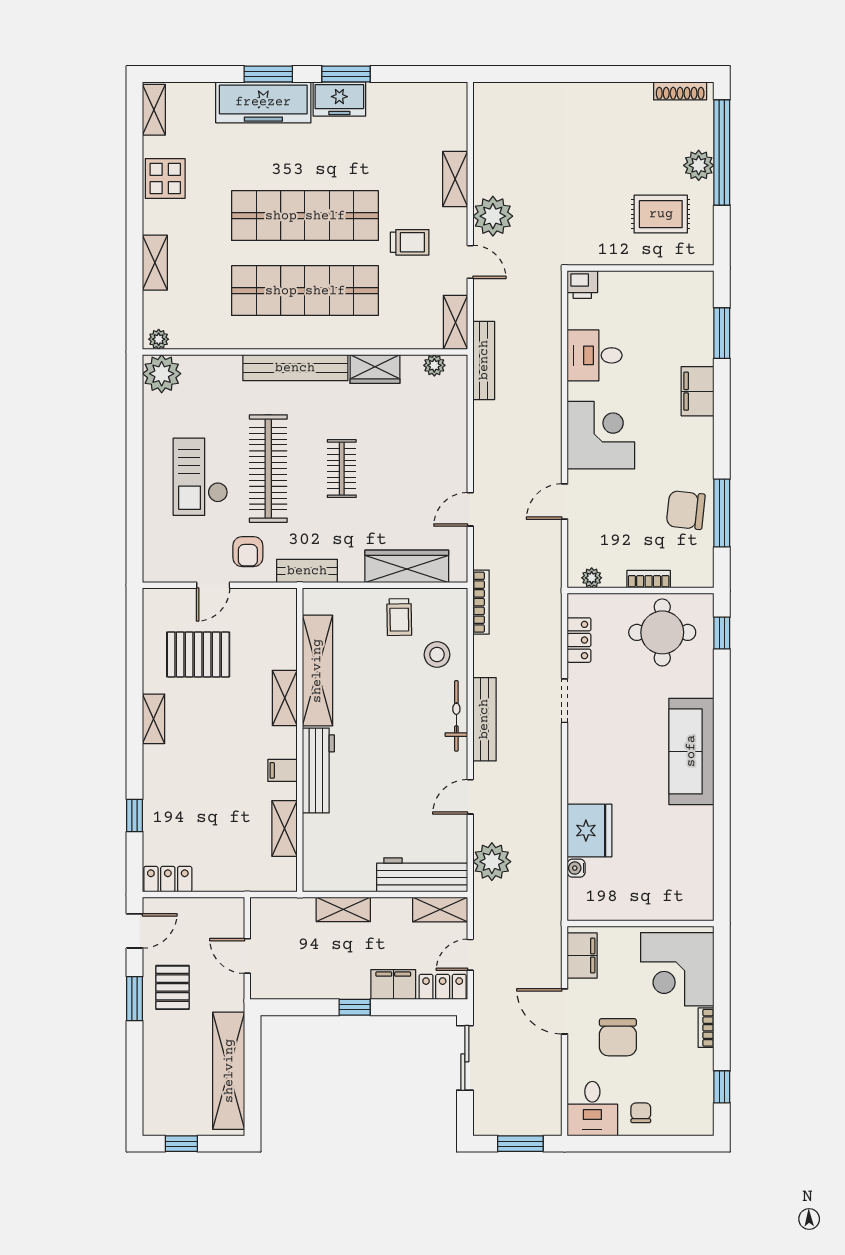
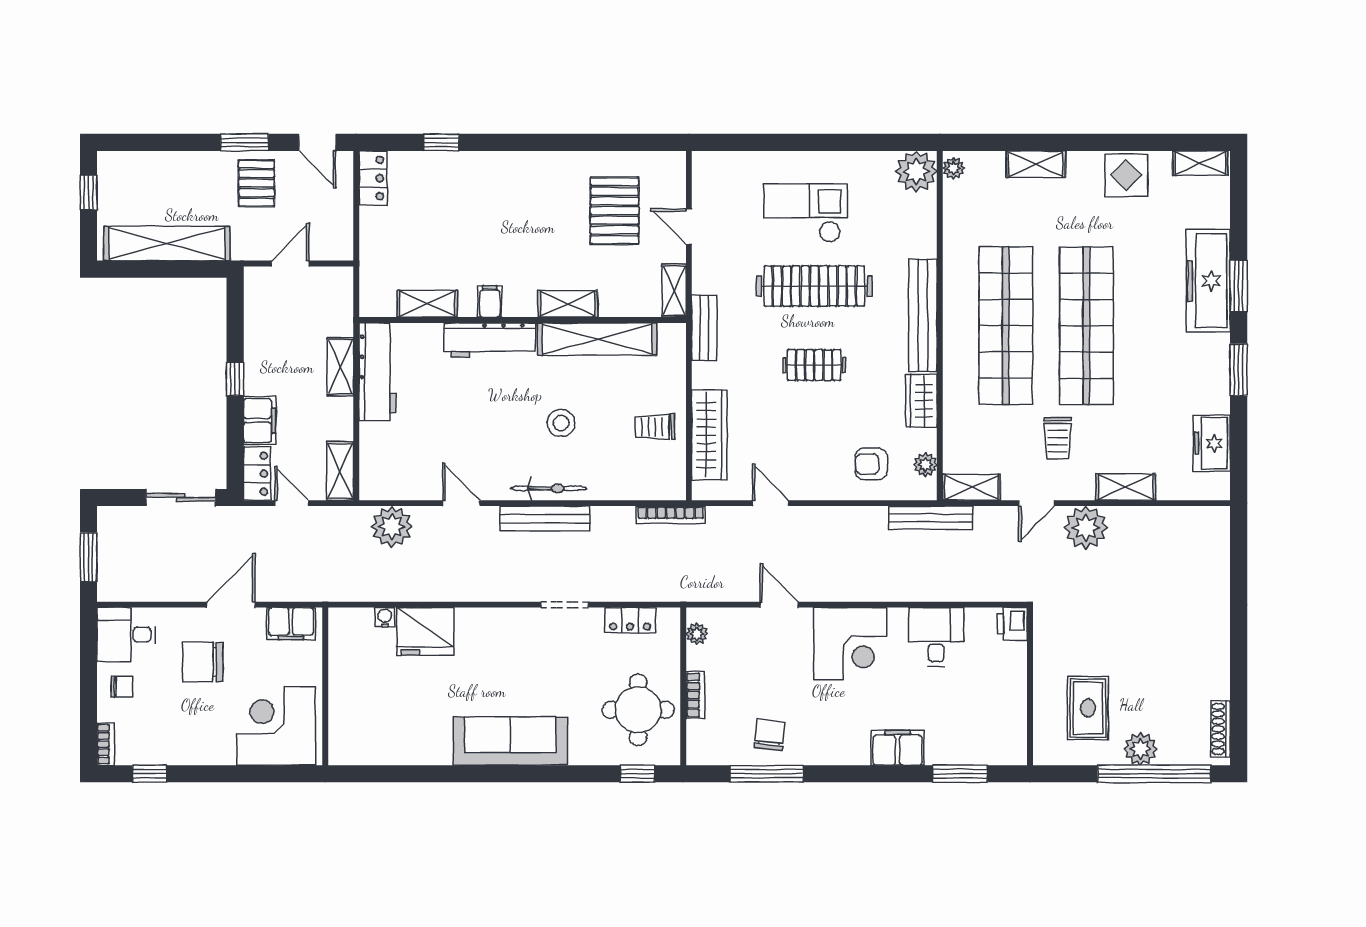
freezer: (339, 99) -> (1212, 443), moved
chair: (686, 510) -> (770, 735), width x0.73, depth x0.73
armchair: (248, 552) -> (871, 464), moved
stool: (437, 655) -> (561, 423), moved
shelving: (154, 719) -> (674, 291), moved, turned 90
workbench: (422, 875) -> (377, 372), moved
pallet: (173, 987) -> (256, 183), turned 90
bookcase: (706, 1028) -> (105, 744), moved, turned 90

